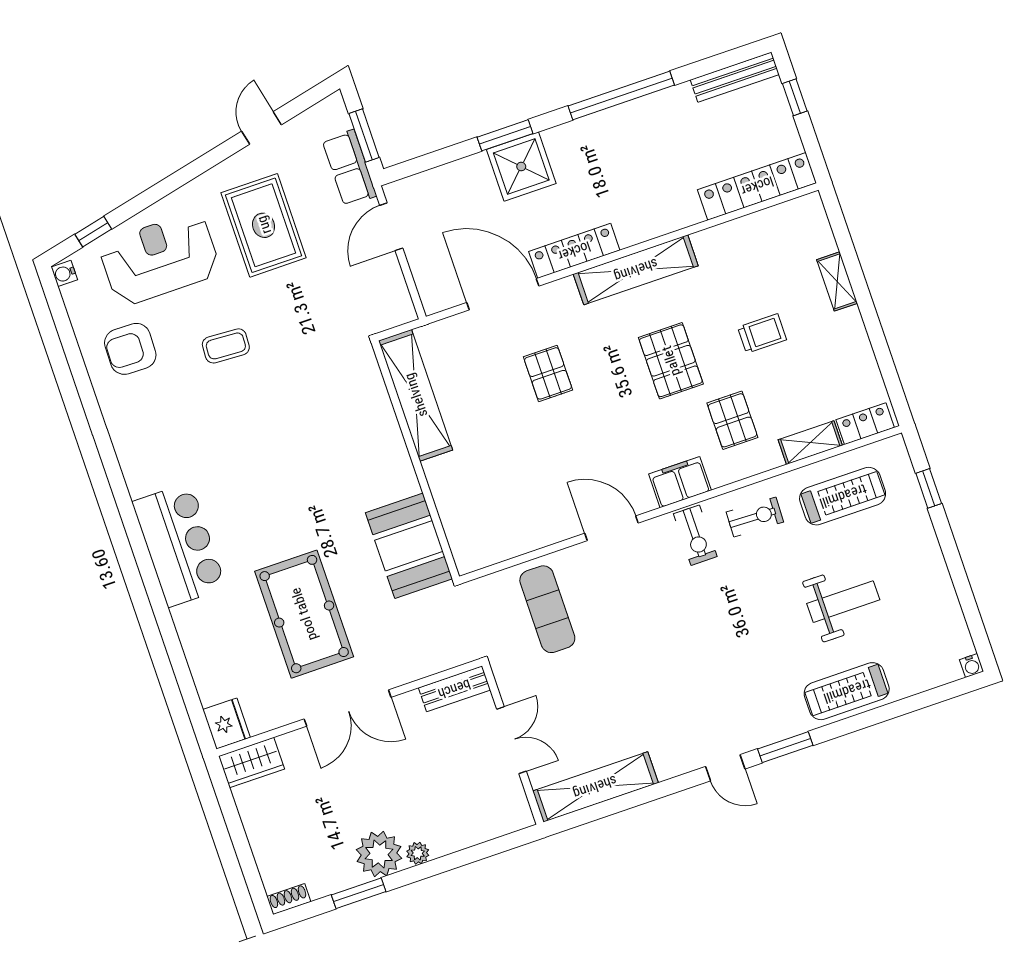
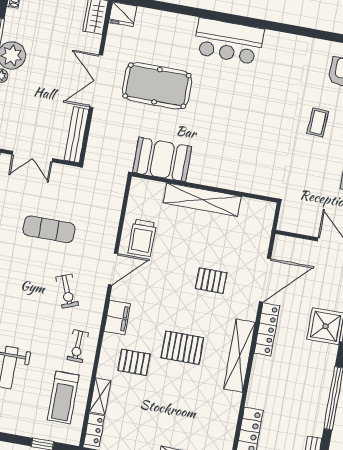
trolley: (762, 334) -> (142, 238), moved, width x1.36, depth x1.39
shelving: (416, 395) -> (202, 200), moved
exercise bike: (695, 535) -> (67, 291), moved, turned -112
exercise mat: (547, 609) -> (49, 229), moved
bench: (454, 689) -> (77, 135), width x1.36

